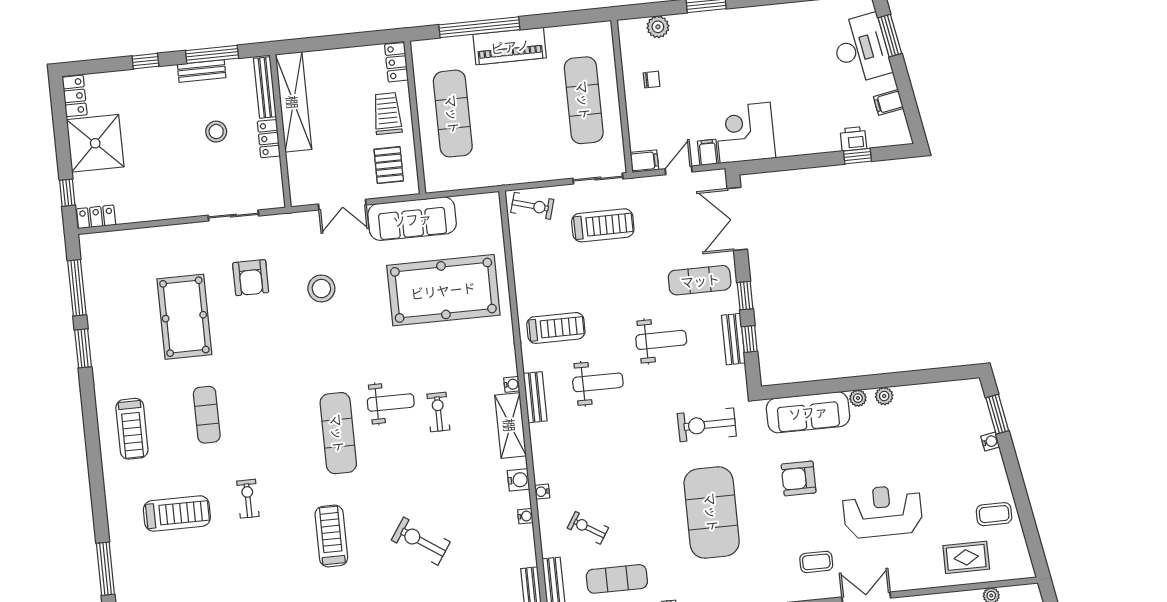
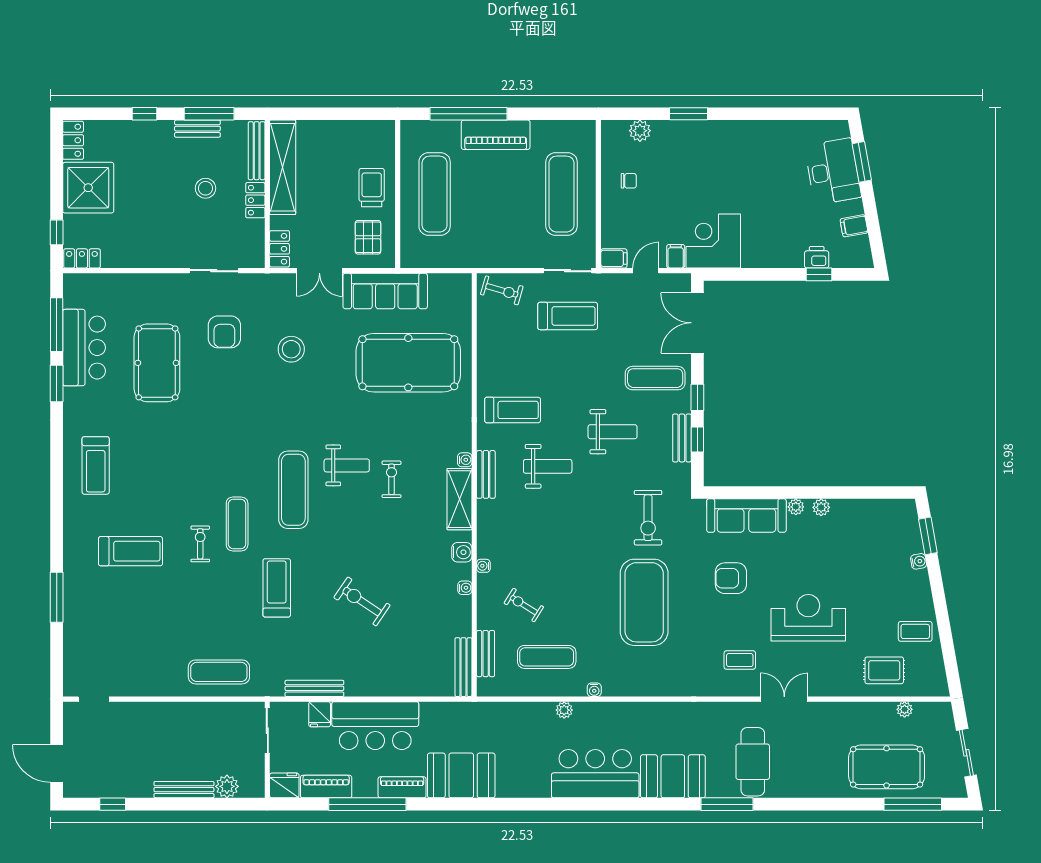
locker: (396, 62) -> (280, 249), moved, turned 180
bar counter: (108, 308) -> (84, 348), added
exercise mat: (207, 415) -> (237, 524), moved
exercise bike: (707, 425) -> (648, 518), turned -90

